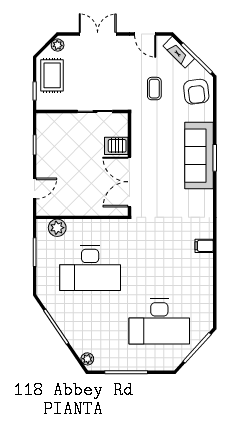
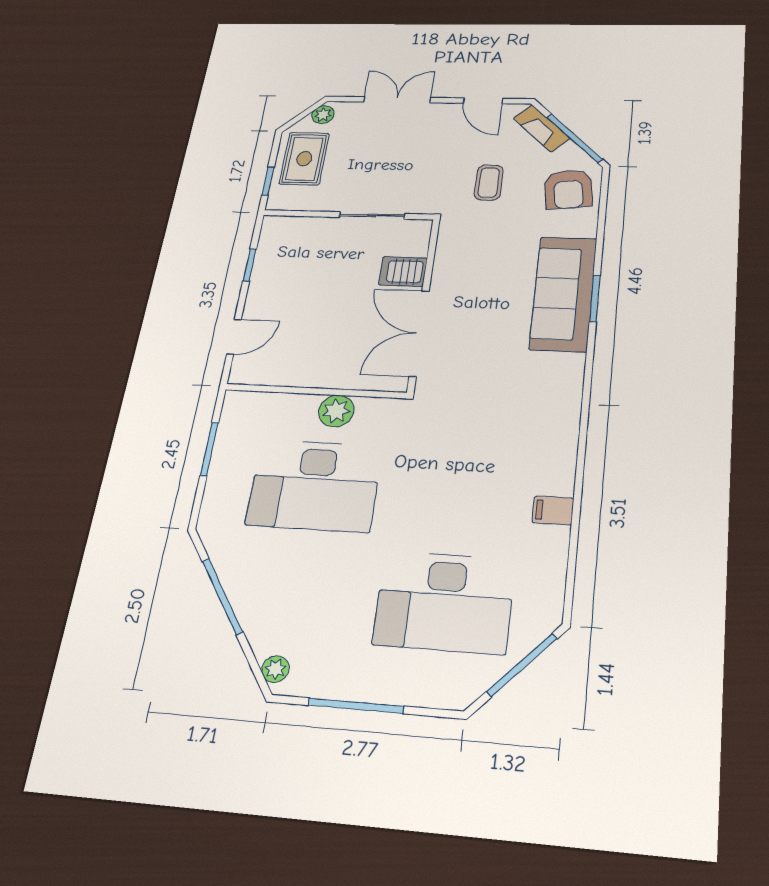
plant: (57, 228) -> (336, 411), moved
filing cabinet: (204, 246) -> (553, 510), moved

